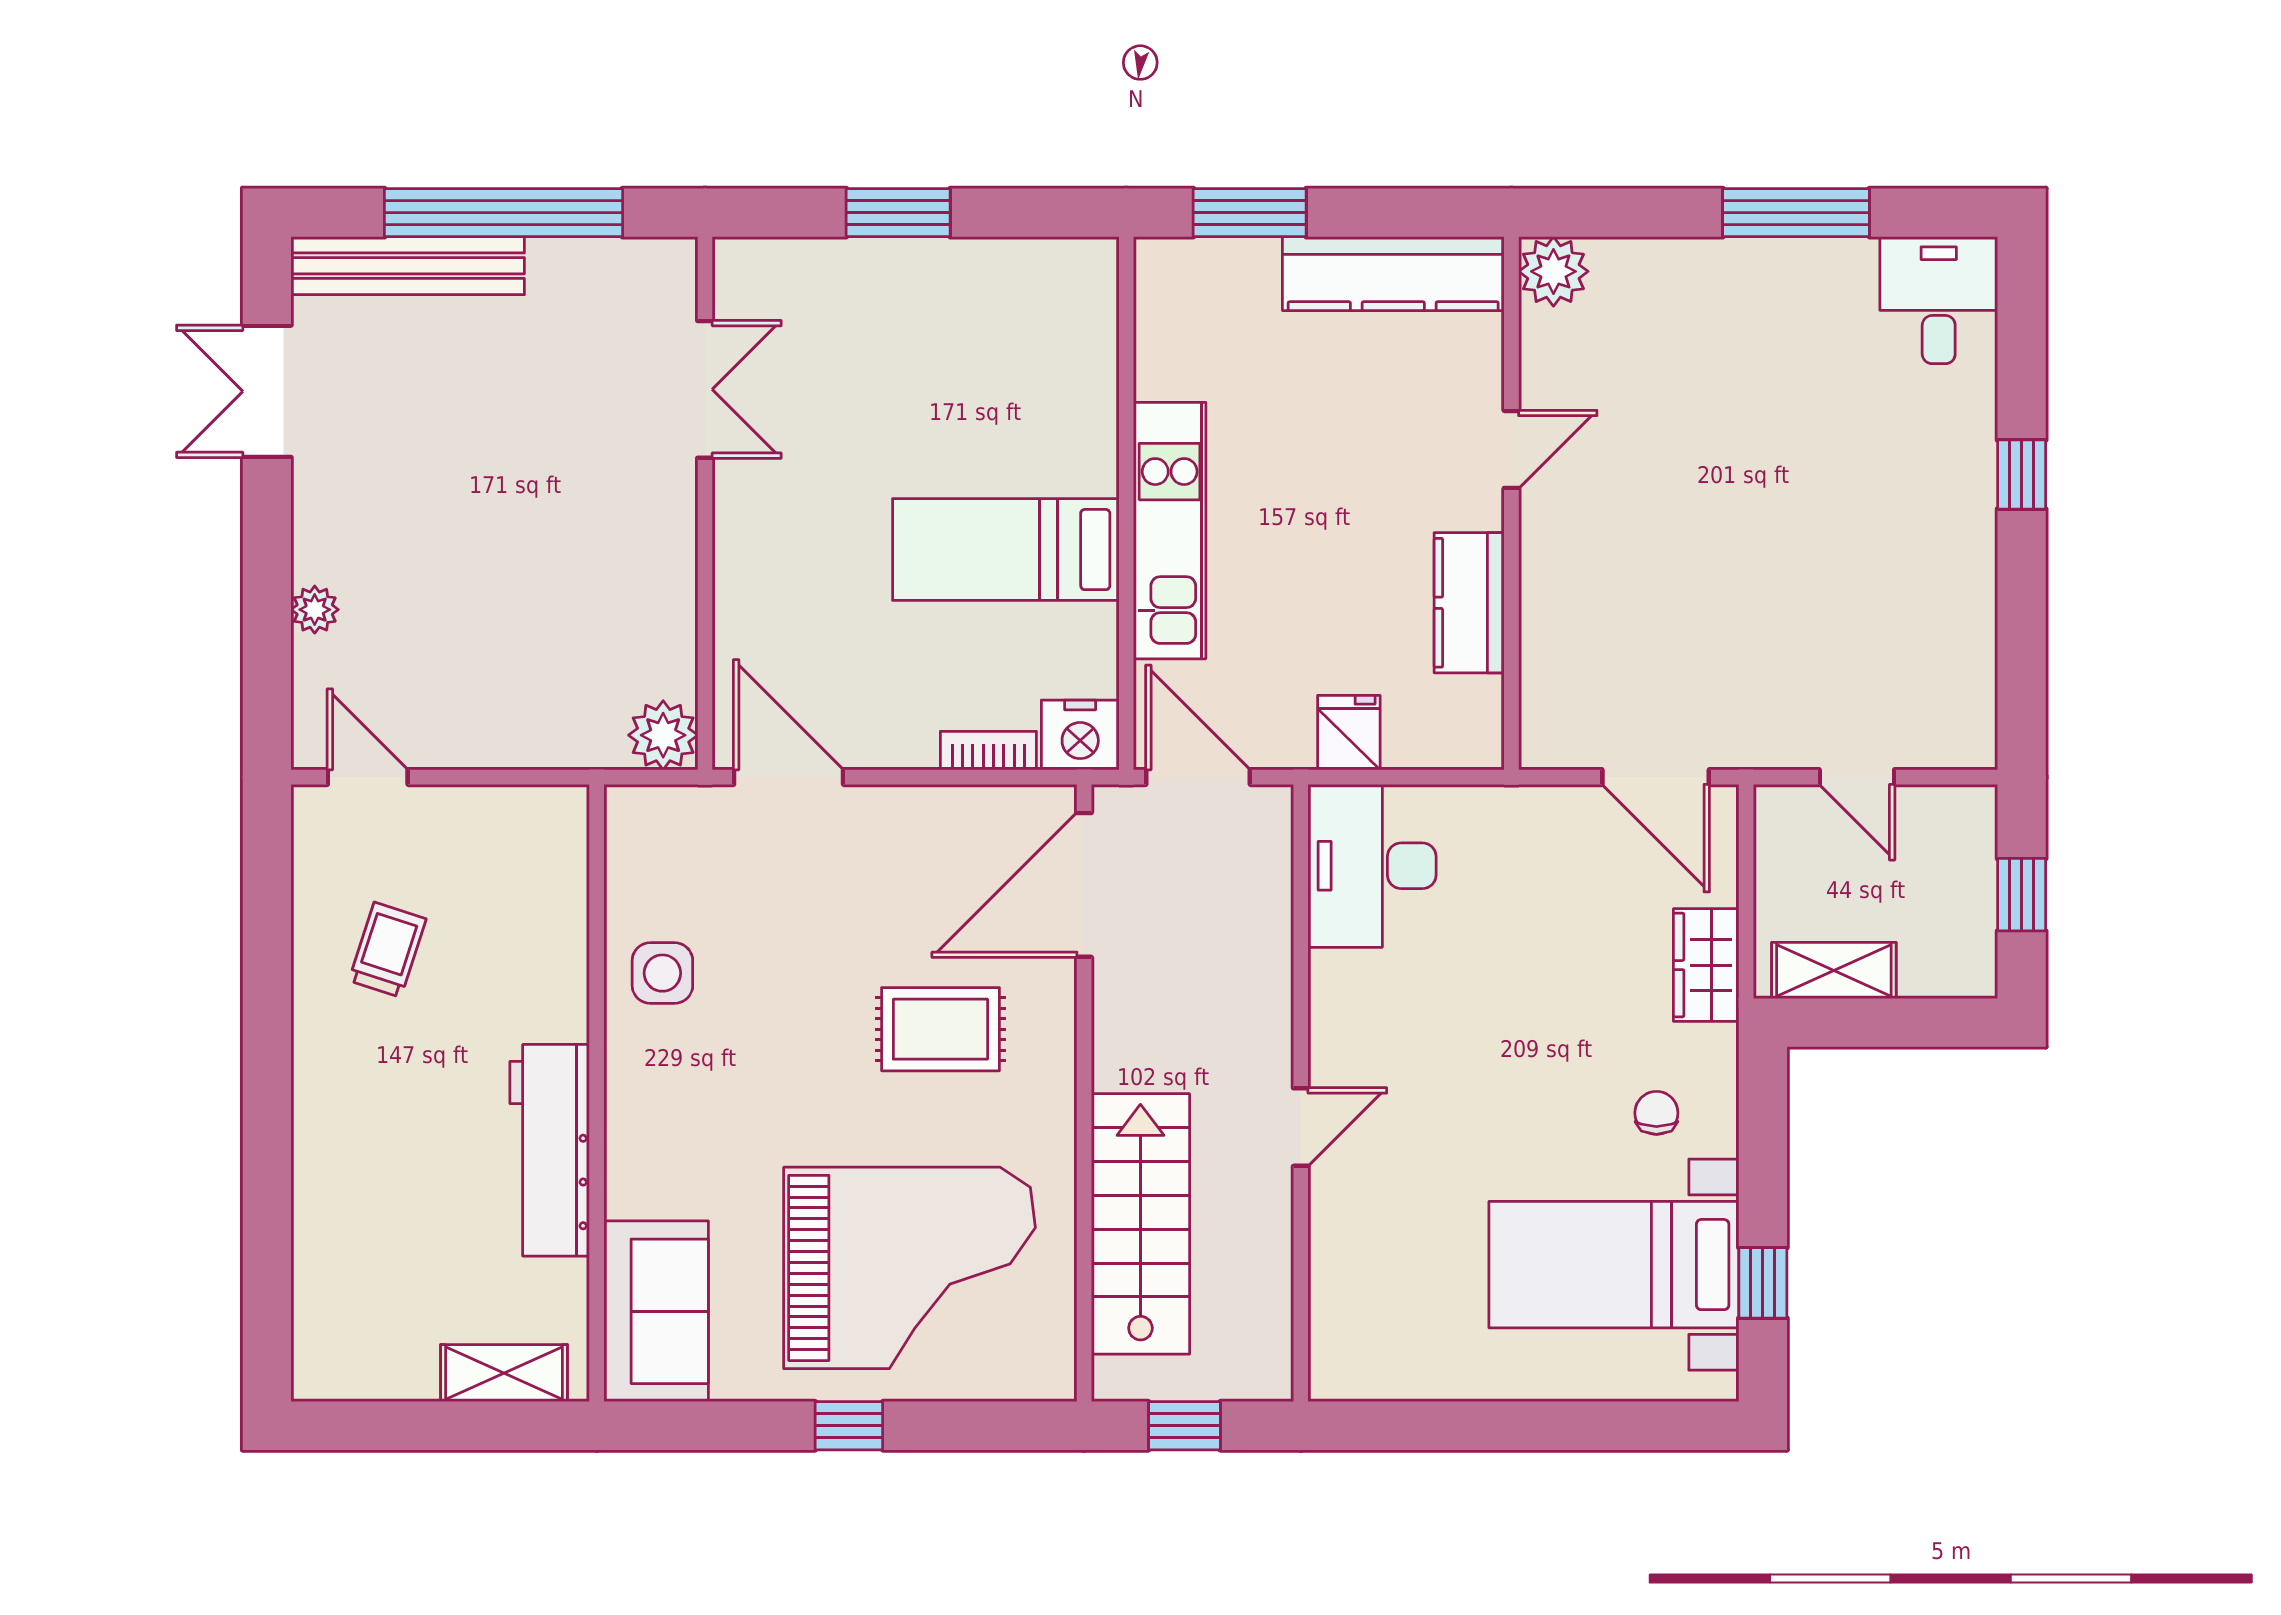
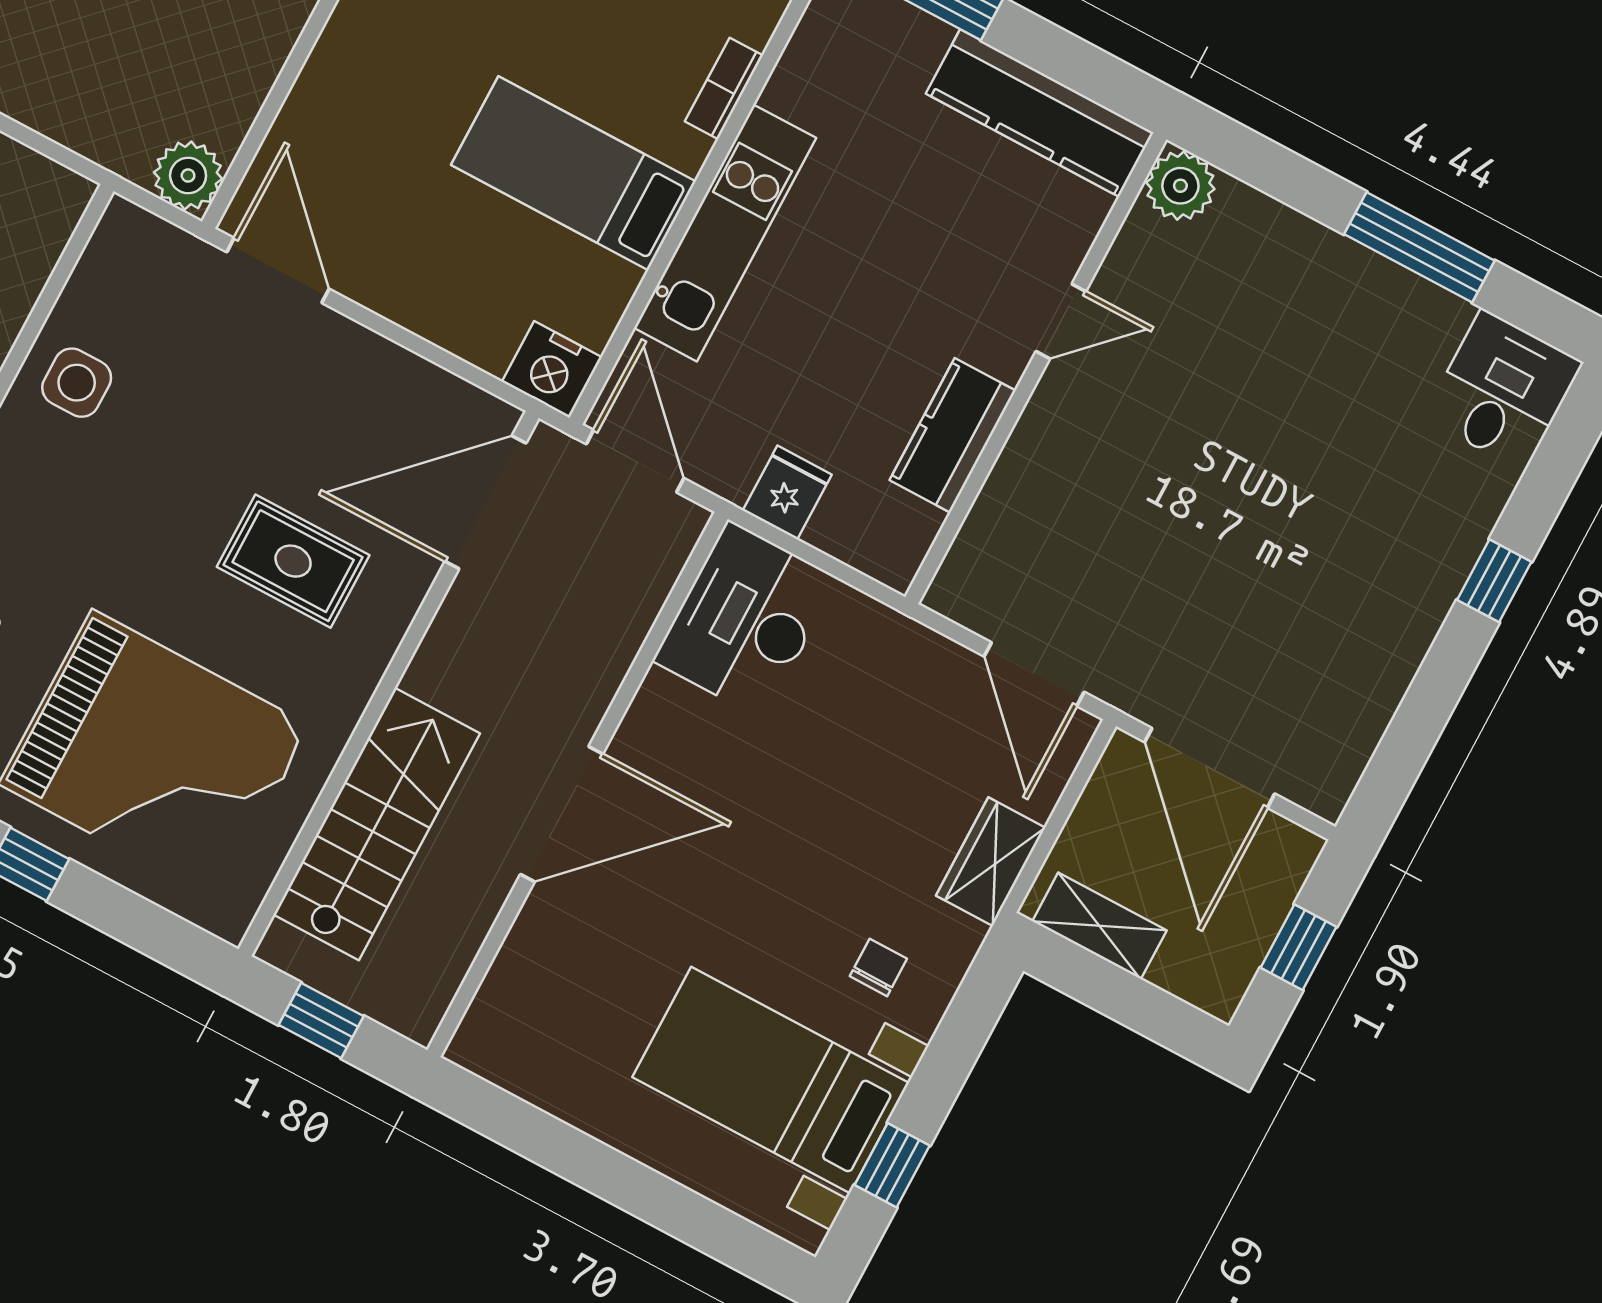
bookcase: (988, 751) -> (724, 88), moved, turned -90
door: (1857, 777) -> (1210, 768), width x1.88
door: (1301, 1127) -> (562, 814), width x1.87

